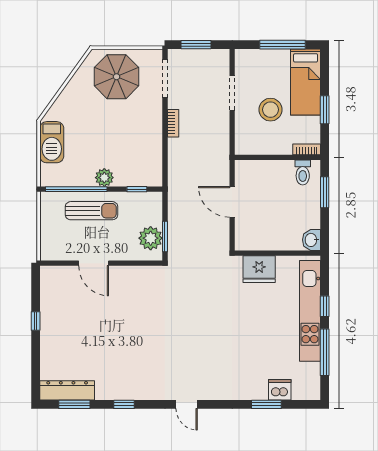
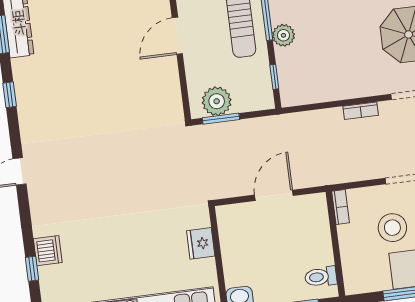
bookcase: (307, 149) -> (341, 207), moved
fridge: (259, 269) -> (201, 243), width x0.73, depth x0.75
dishwasher: (280, 390) -> (48, 251), moved
window: (266, 404) -> (32, 269), width x0.67

